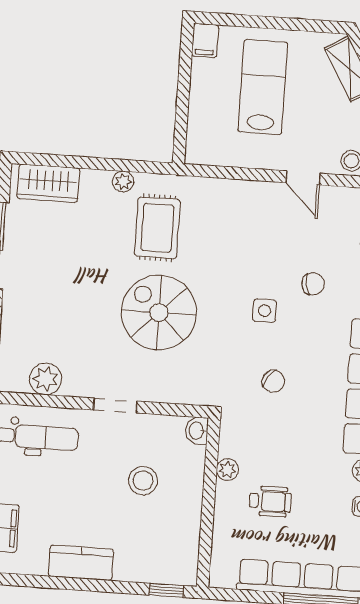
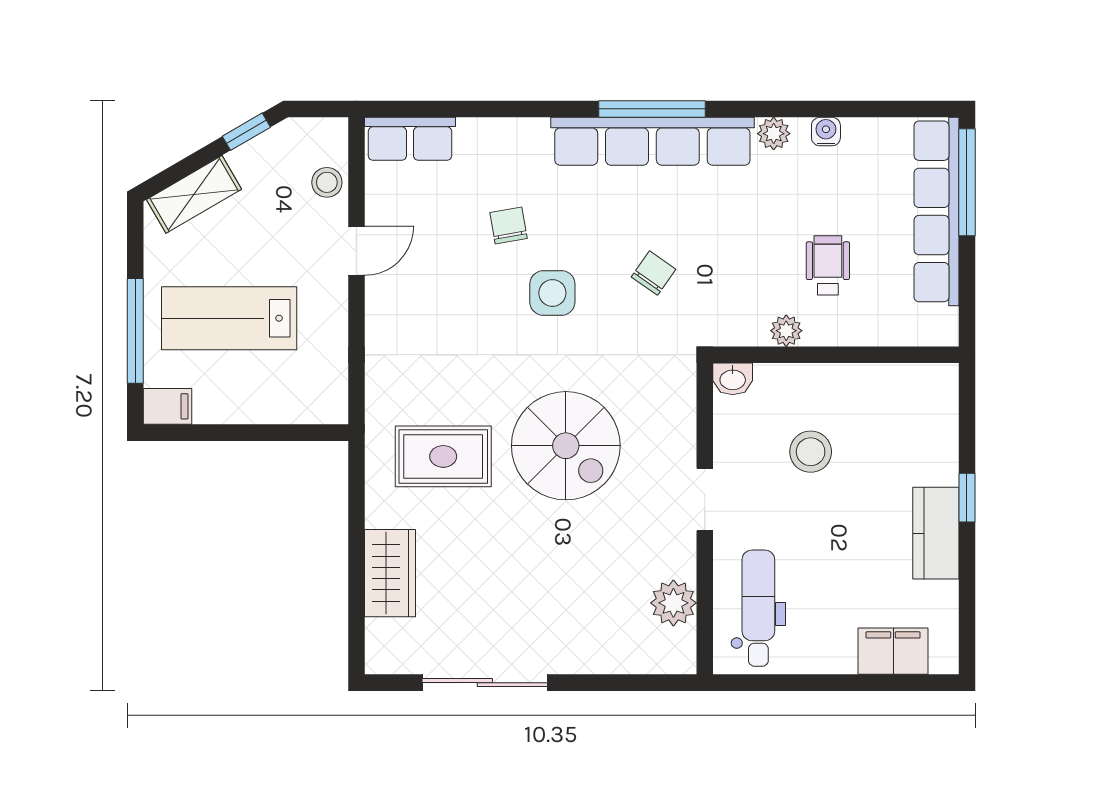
window: (259, 22) -> (135, 331), added
plant: (123, 182) -> (380, 511), removed
wardrobe: (48, 183) -> (390, 573), moved
side table: (265, 311) -> (552, 293), width x1.37, depth x1.37
spiral stairs: (159, 313) -> (566, 446), turned -90
window: (166, 590) -> (967, 498), moved

